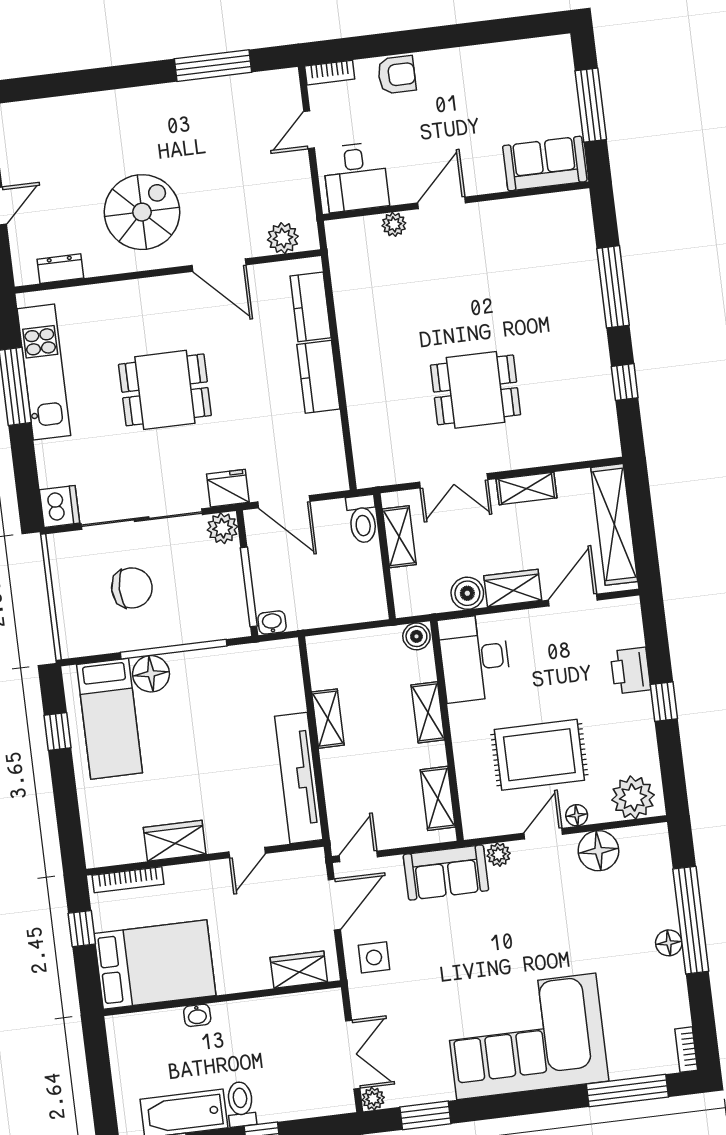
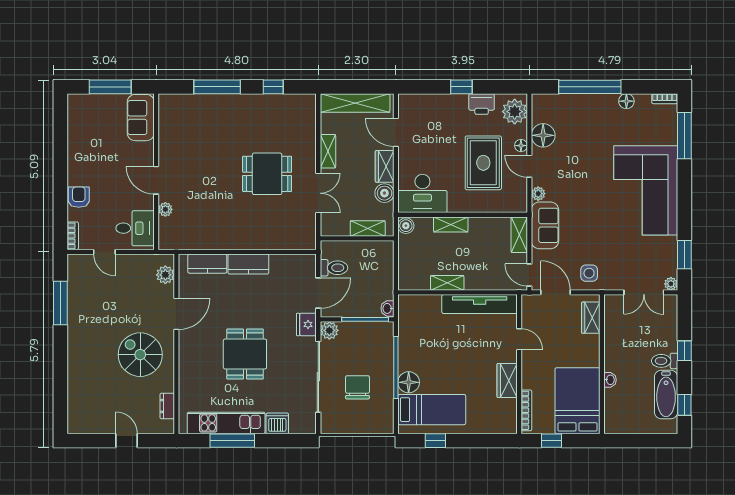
dining table: (476, 390) -> (267, 174), turned 90
dishwasher: (60, 506) -> (277, 423), moved
toilet: (362, 519) -> (334, 268), moved
shelving: (399, 537) -> (368, 229), moved
printer: (630, 671) -> (482, 104), moved
shelving: (438, 798) -> (519, 235), moved, turned 90
floor lamp: (669, 943) -> (626, 101), moved
double door: (353, 1055) -> (644, 292), swing flipped

